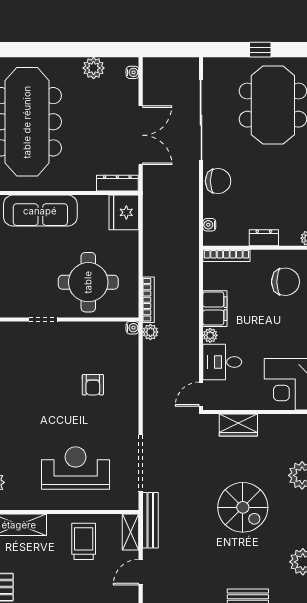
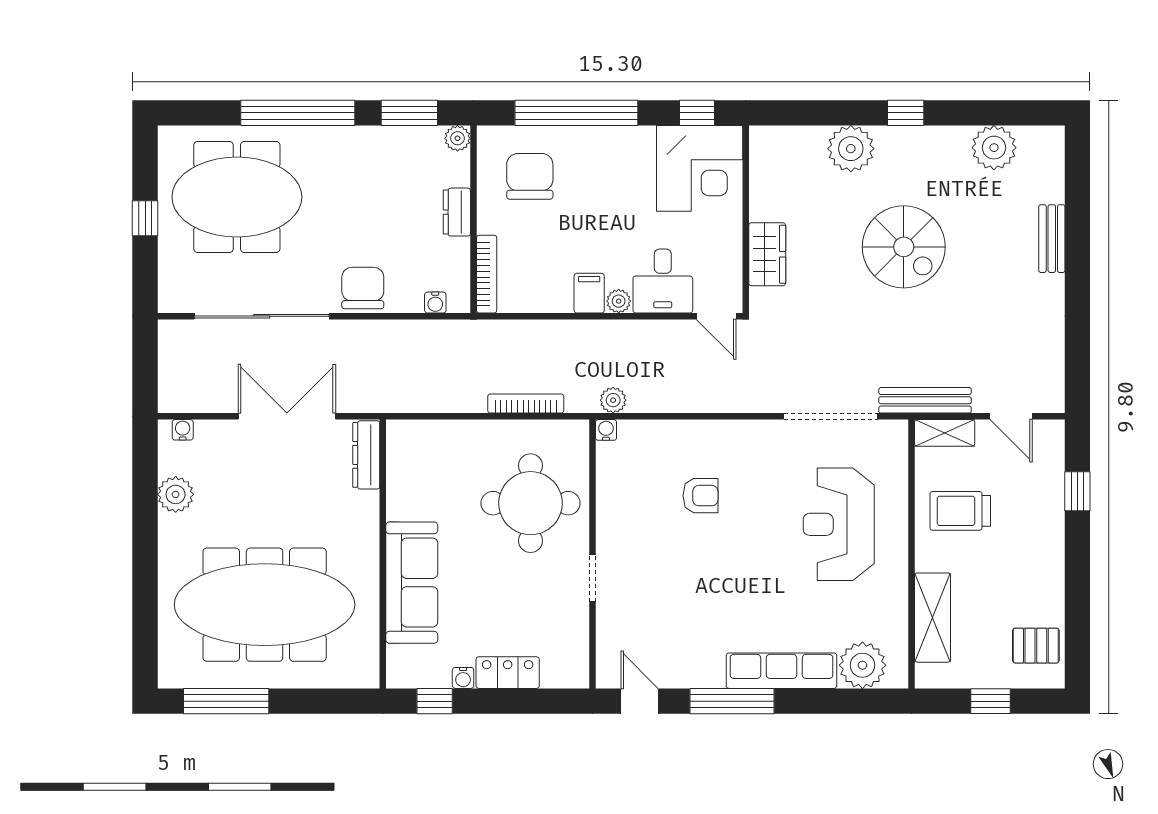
fridge: (124, 212) -> (415, 444), removed
bookcase: (148, 300) -> (526, 404), moved
filing cabinet: (215, 309) -> (589, 293), width x0.50
spiral stairs: (243, 507) -> (904, 247), turned 90

